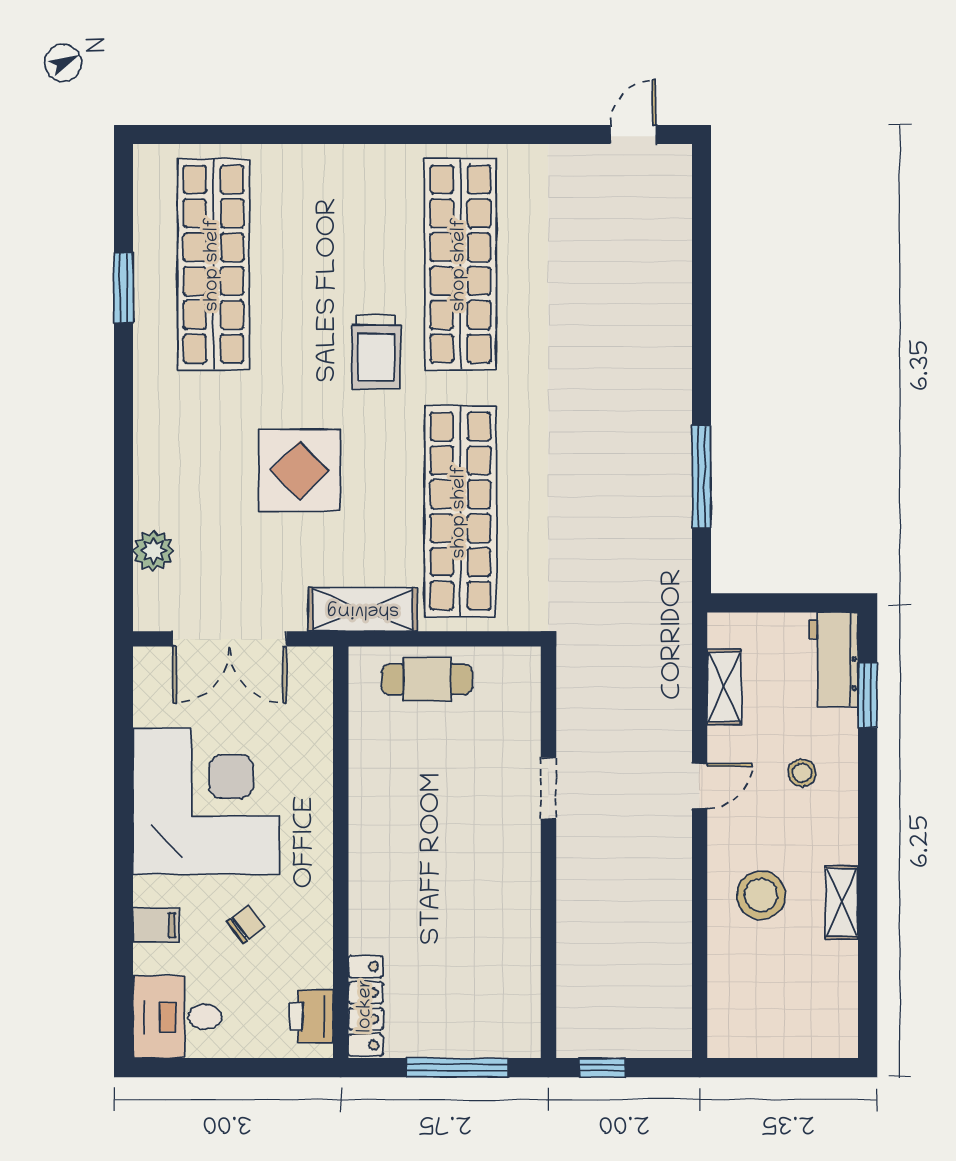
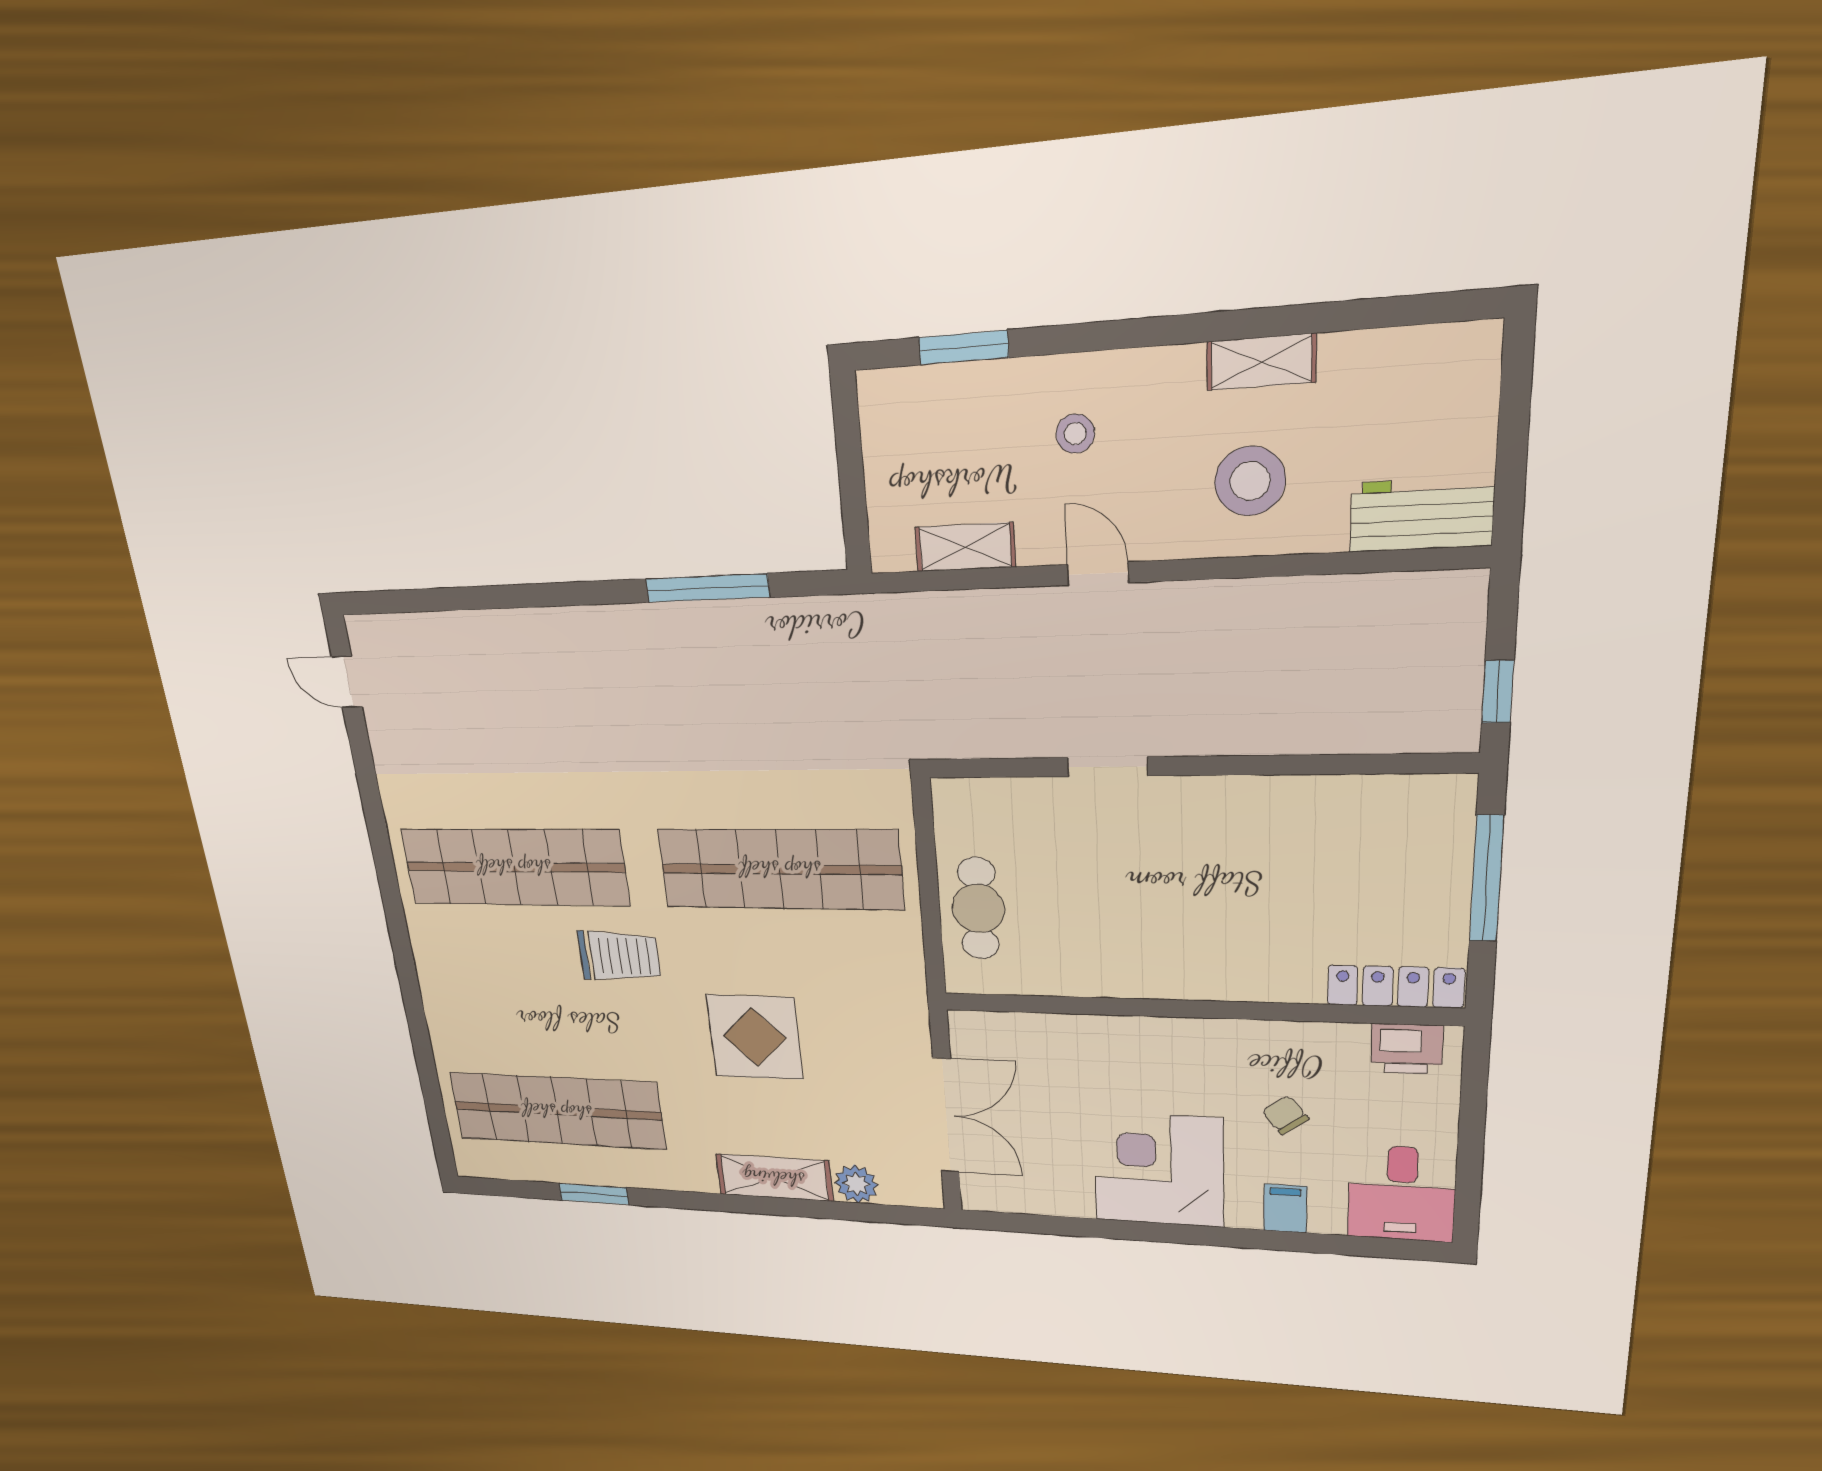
shelving: (363, 610) -> (774, 1178), moved, turned 90
workbench: (834, 659) -> (1422, 514), moved, turned 180
corner desk: (206, 801) -> (1158, 1170), width x0.74, depth x0.74

